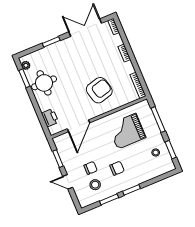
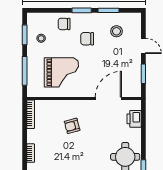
armchair: (99, 90) -> (72, 126), width x0.53, depth x0.53
chair: (91, 168) -> (64, 24), moved

